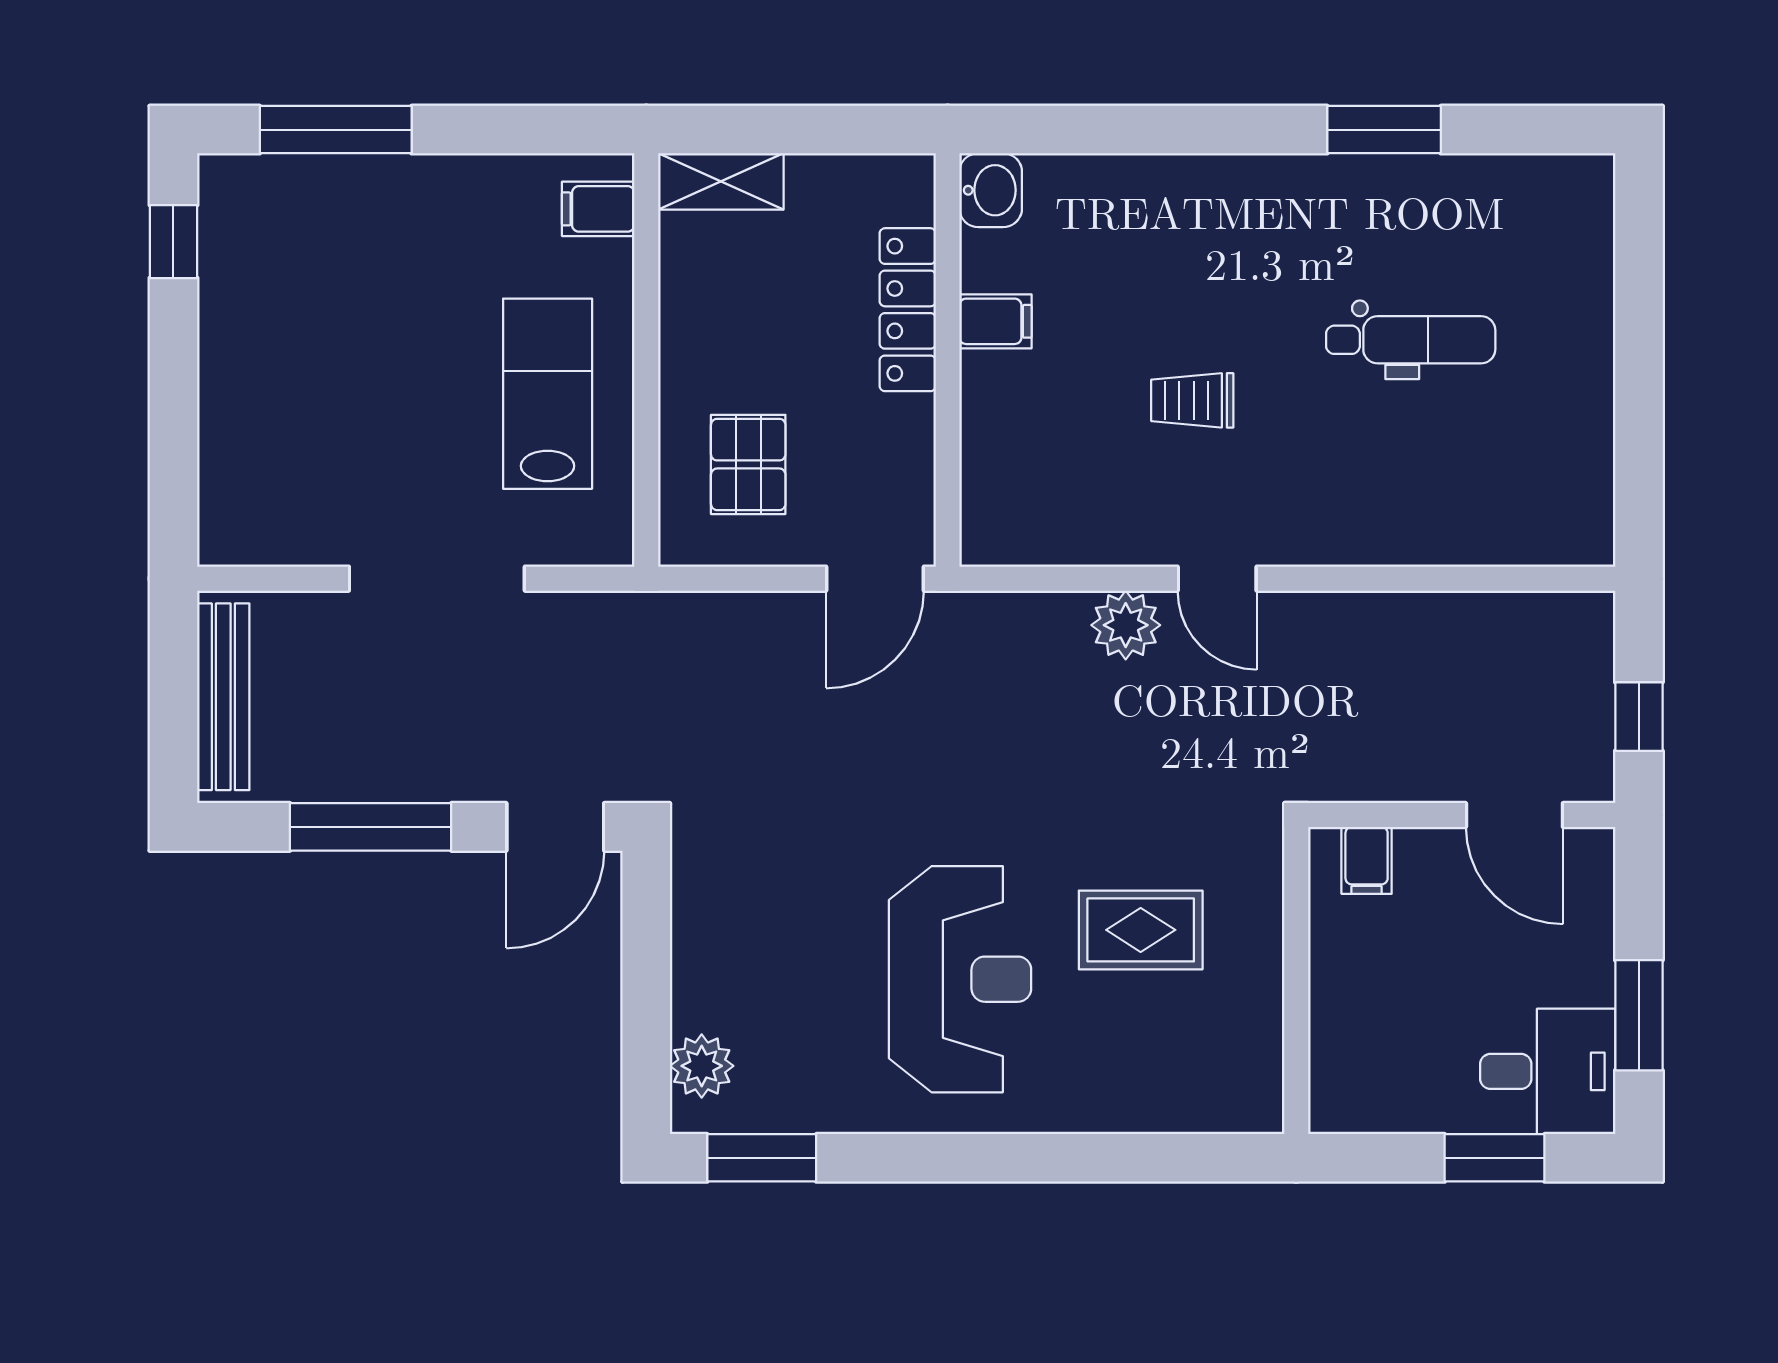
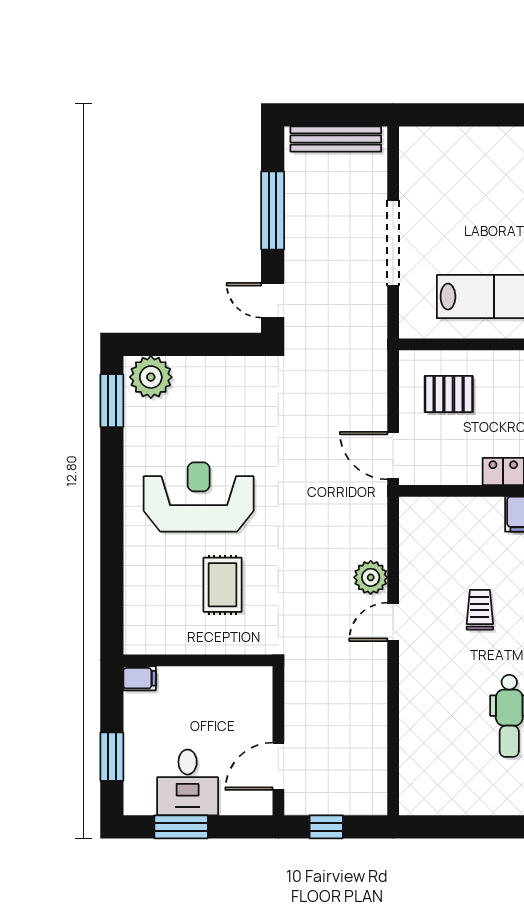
door: (555, 827) -> (273, 300), width x0.73
filing cabinet: (1367, 860) -> (140, 678), moved, turned 180
reception desk: (960, 979) -> (199, 497), turned 180
plant: (702, 1066) -> (151, 377), width x1.36, depth x1.36
desk: (1548, 1071) -> (188, 782), moved

